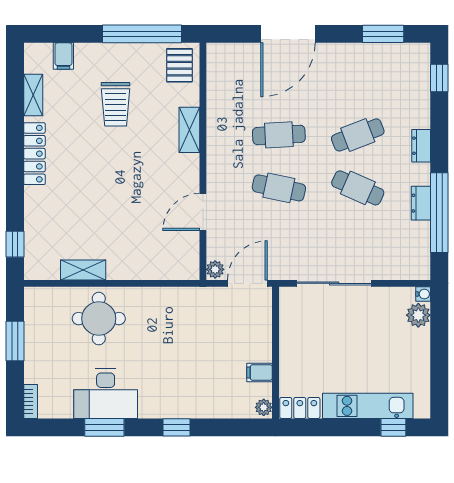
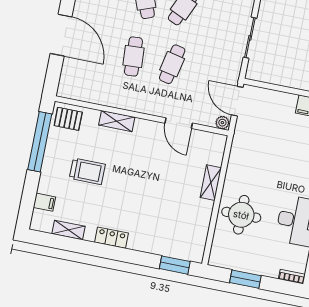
locker: (34, 154) -> (111, 238), width x0.66
window: (15, 244) -> (175, 265), width x1.50
shelving: (83, 270) -> (211, 183), moved
sliding door: (334, 283) -> (250, 38), width x0.73

